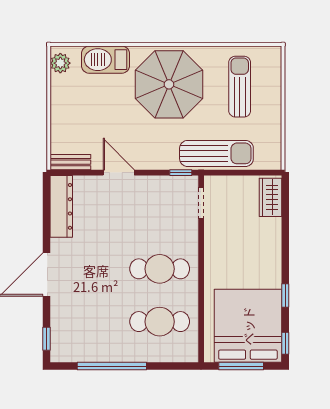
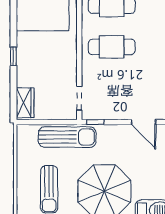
sun lounger: (216, 153) -> (67, 137), turned 180
window: (285, 296) -> (13, 56), moved

